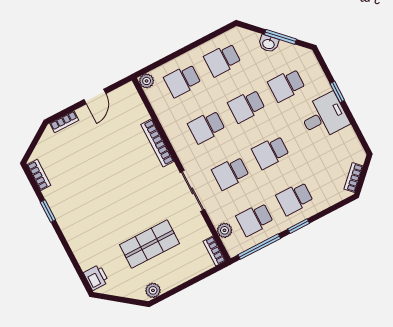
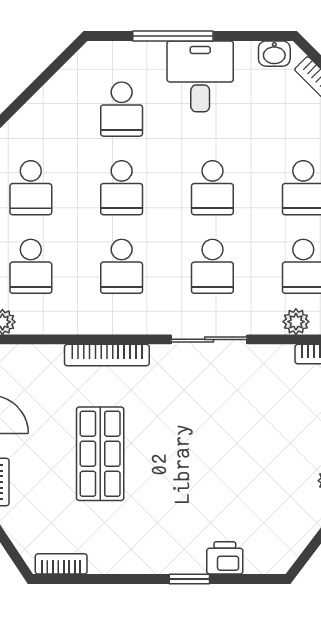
window: (280, 37) -> (42, 80), removed
washbasin: (269, 44) -> (274, 54), moved, turned 45
window: (337, 92) -> (173, 36), width x2.17
window: (48, 211) -> (189, 579), moved
shop shelf: (149, 244) -> (100, 454), moved
printer: (96, 277) -> (225, 558), moved

